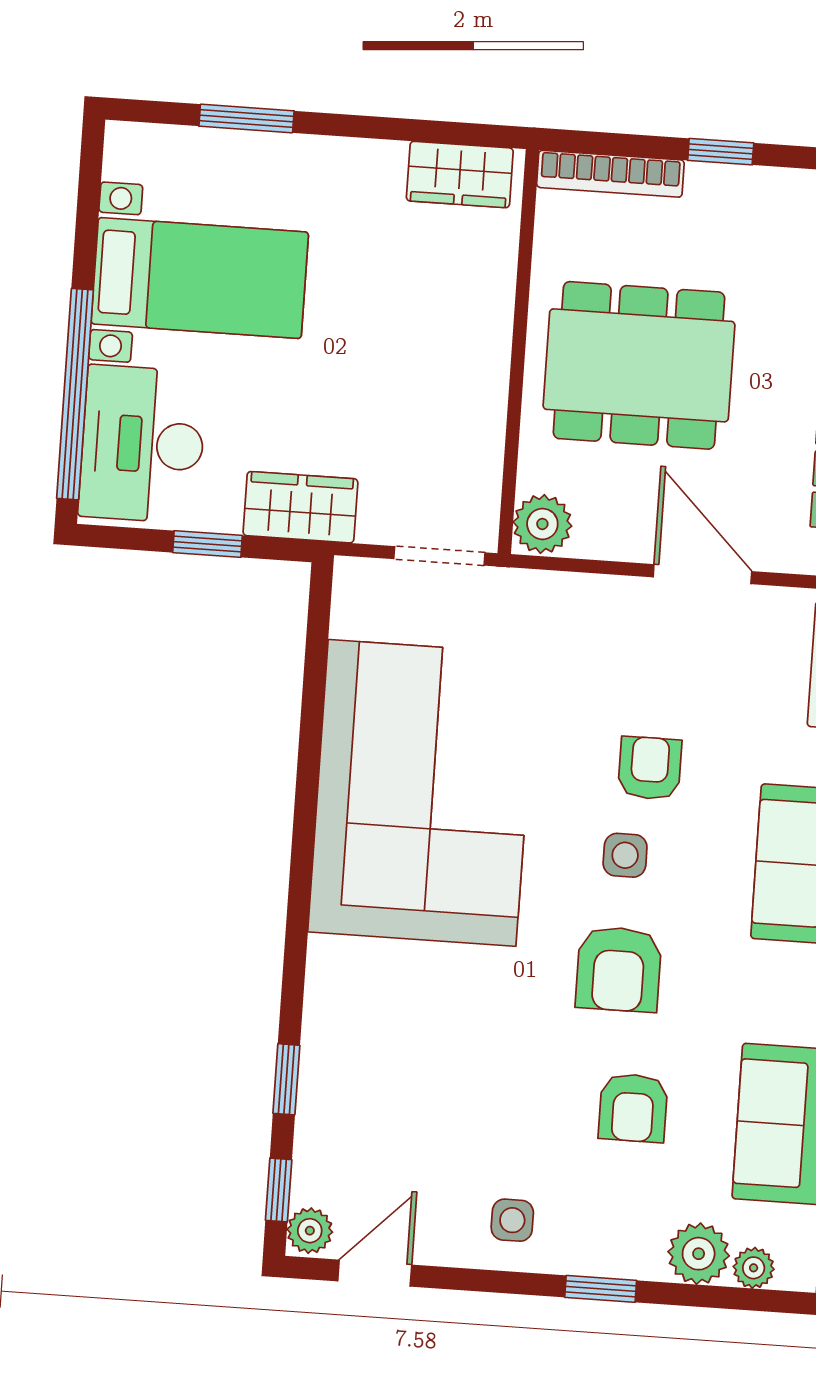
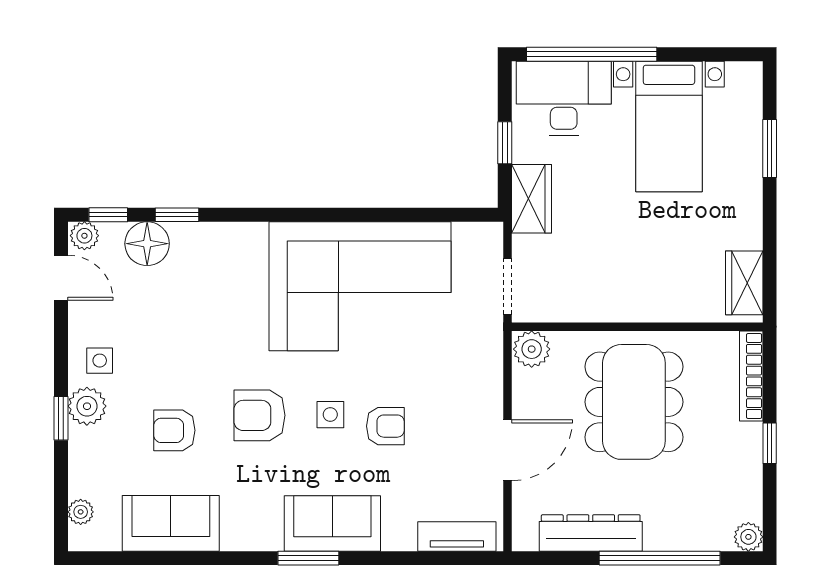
floor lamp: (330, 1131) -> (147, 244), added
plant: (699, 1254) -> (87, 406), moved

